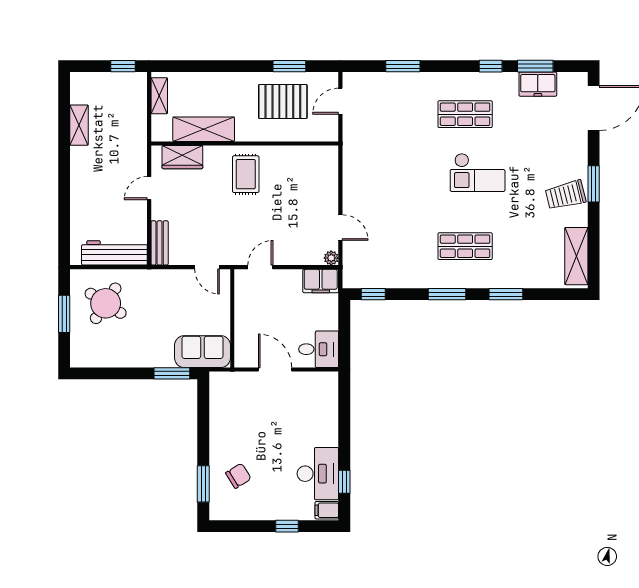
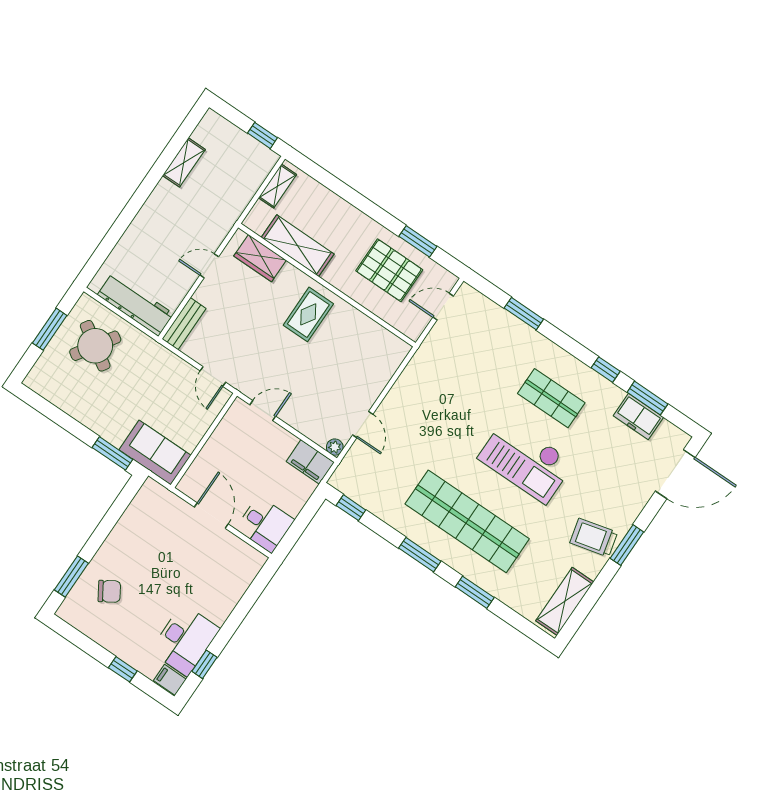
checkout: (478, 172) -> (526, 460), width x1.36, depth x1.21
shop shelf: (465, 246) -> (467, 521), width x2.00, depth x1.36

